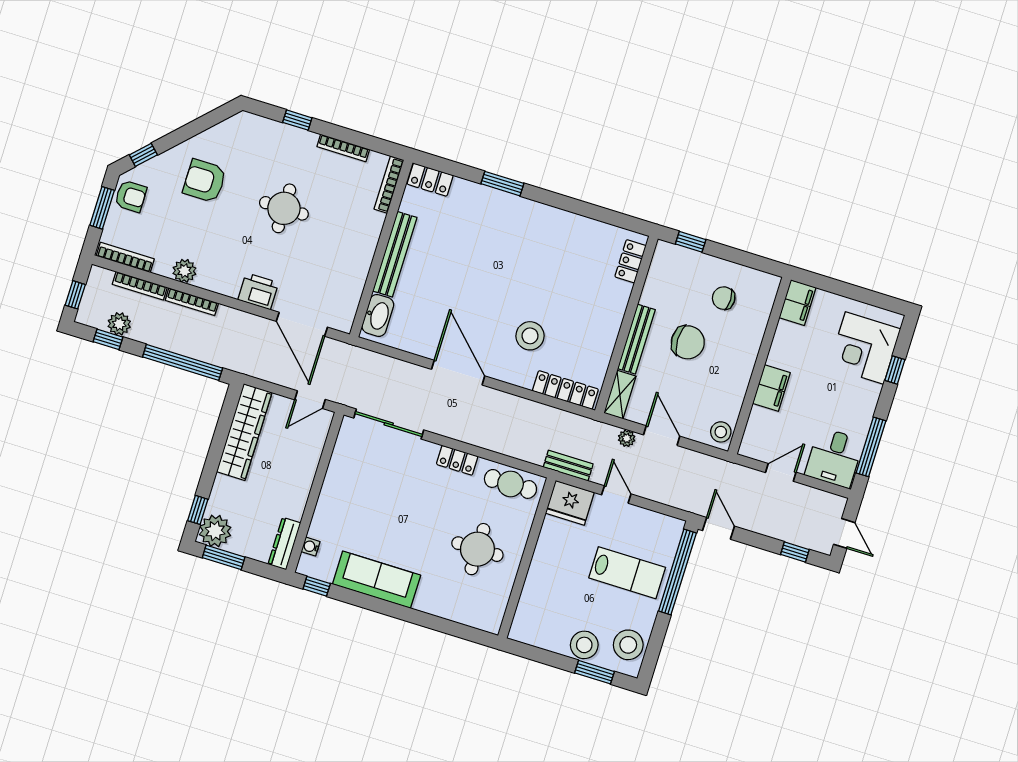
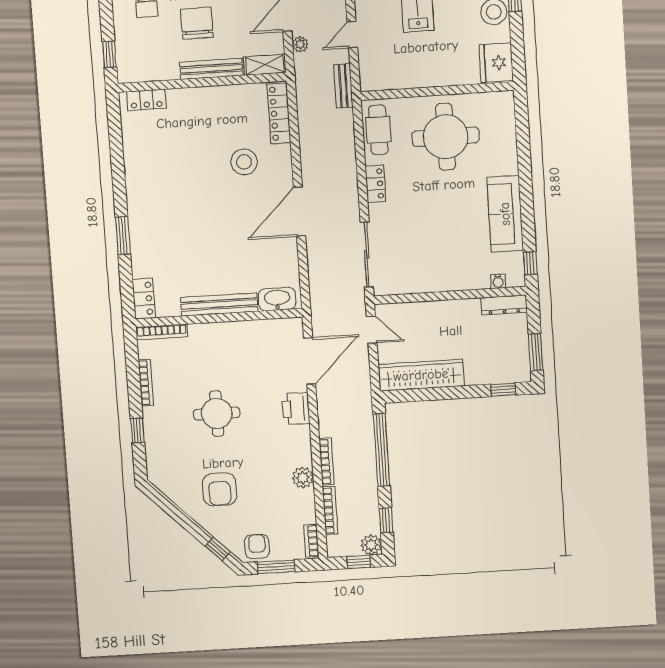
bookcase: (125, 257) -> (311, 541), width x0.64
plant: (119, 324) -> (371, 545), moved
fridge: (570, 503) -> (496, 63), moved, turned 180
plant: (215, 531) -> (516, 368), removed
round table: (477, 549) -> (446, 137), width x1.36, depth x1.36

